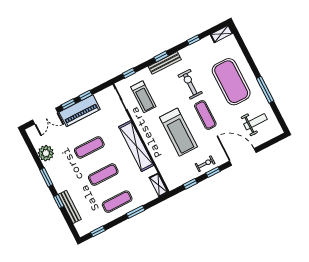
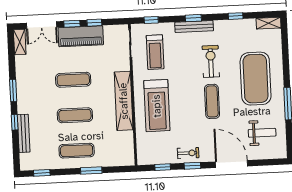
treadmill: (178, 132) -> (157, 106), moved
plant: (46, 153) -> (24, 65), removed
shelving: (158, 185) -> (20, 42), moved

